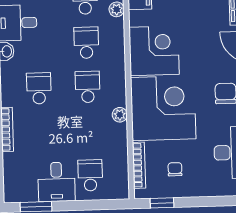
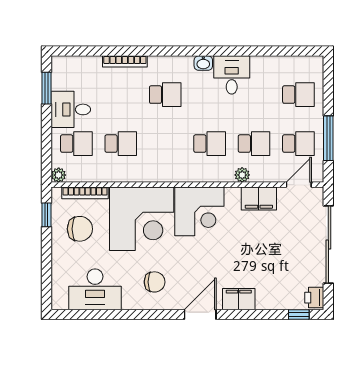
school desk: (88, 87) -> (121, 144), moved
plant: (120, 115) -> (59, 175), moved
chair: (175, 169) -> (80, 229), width x1.87, depth x1.87

